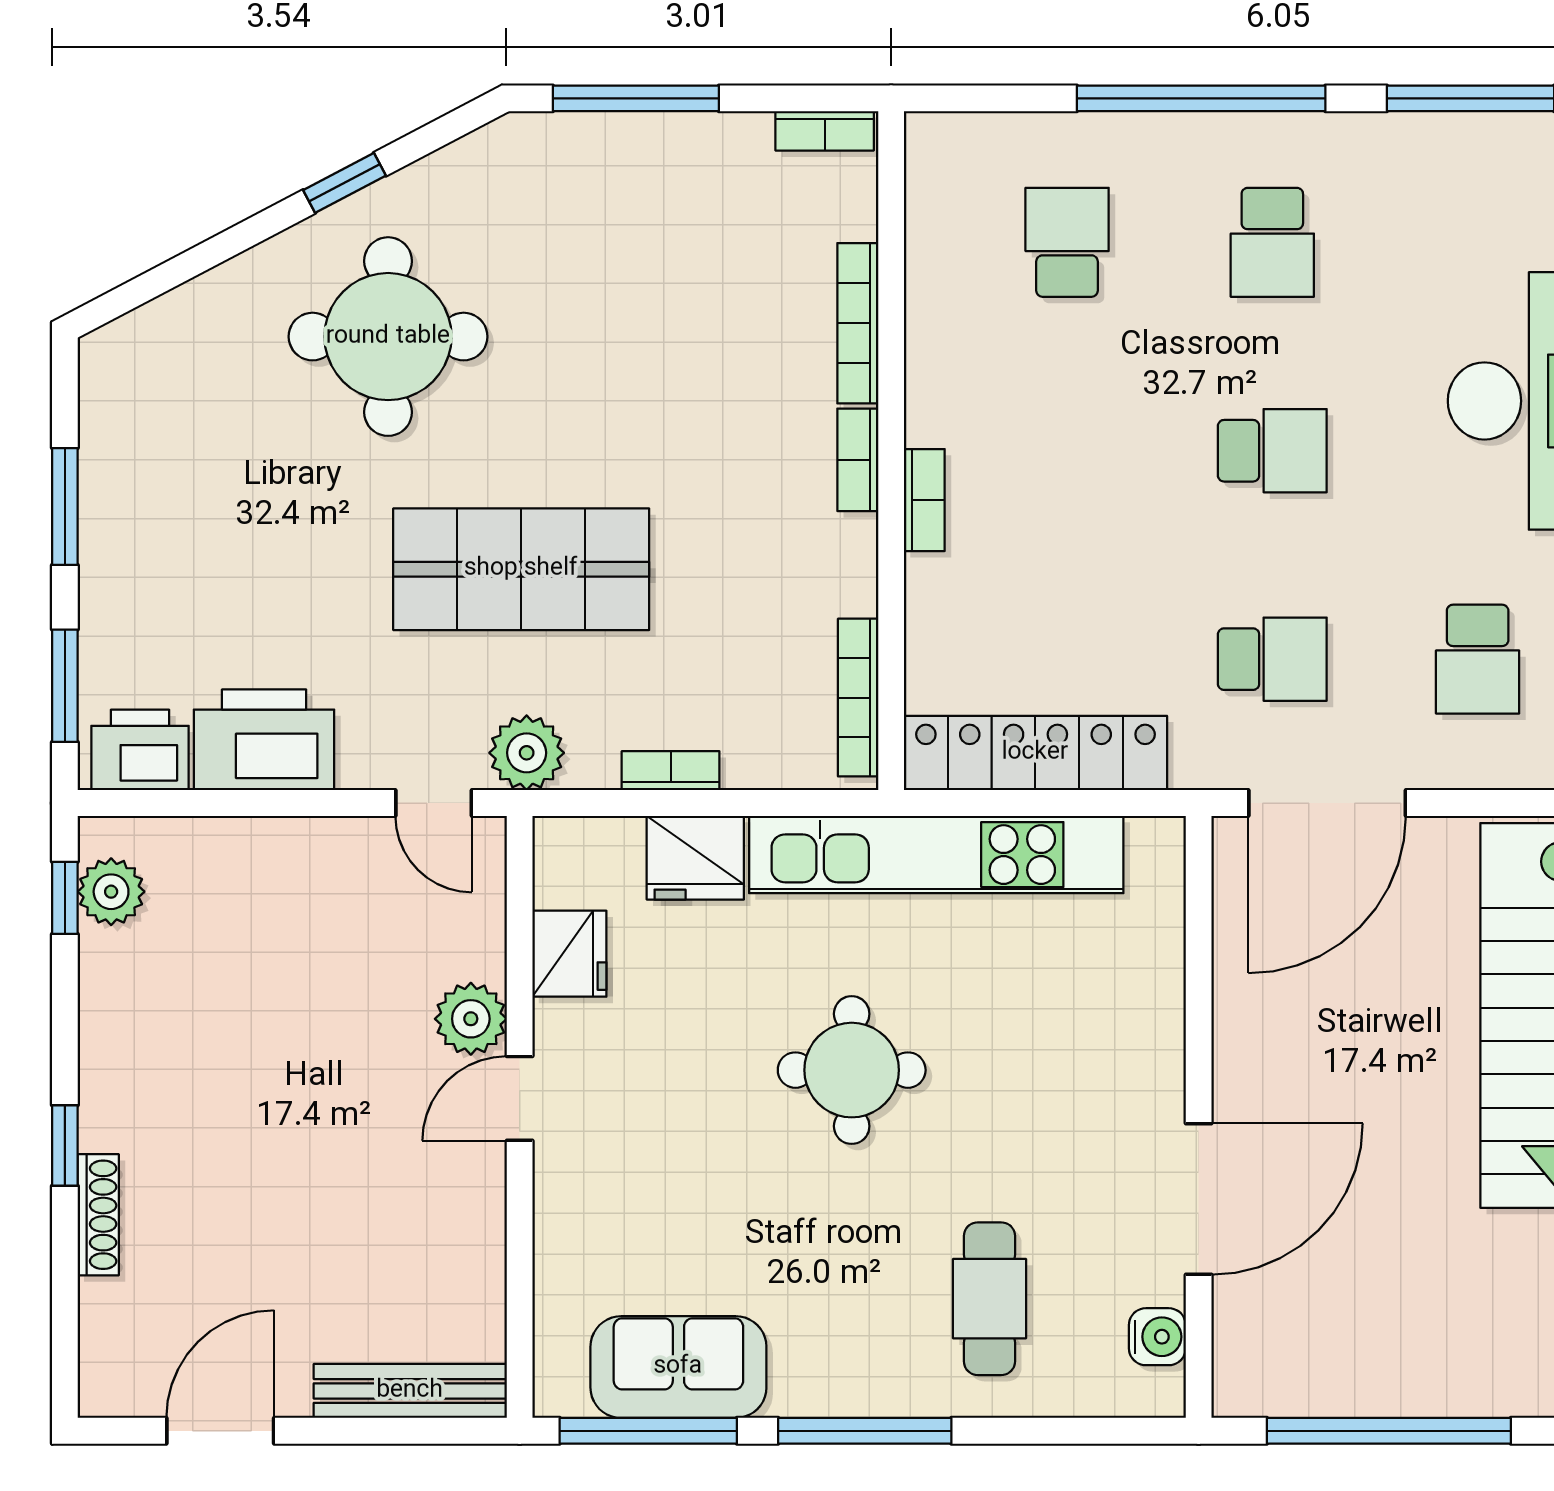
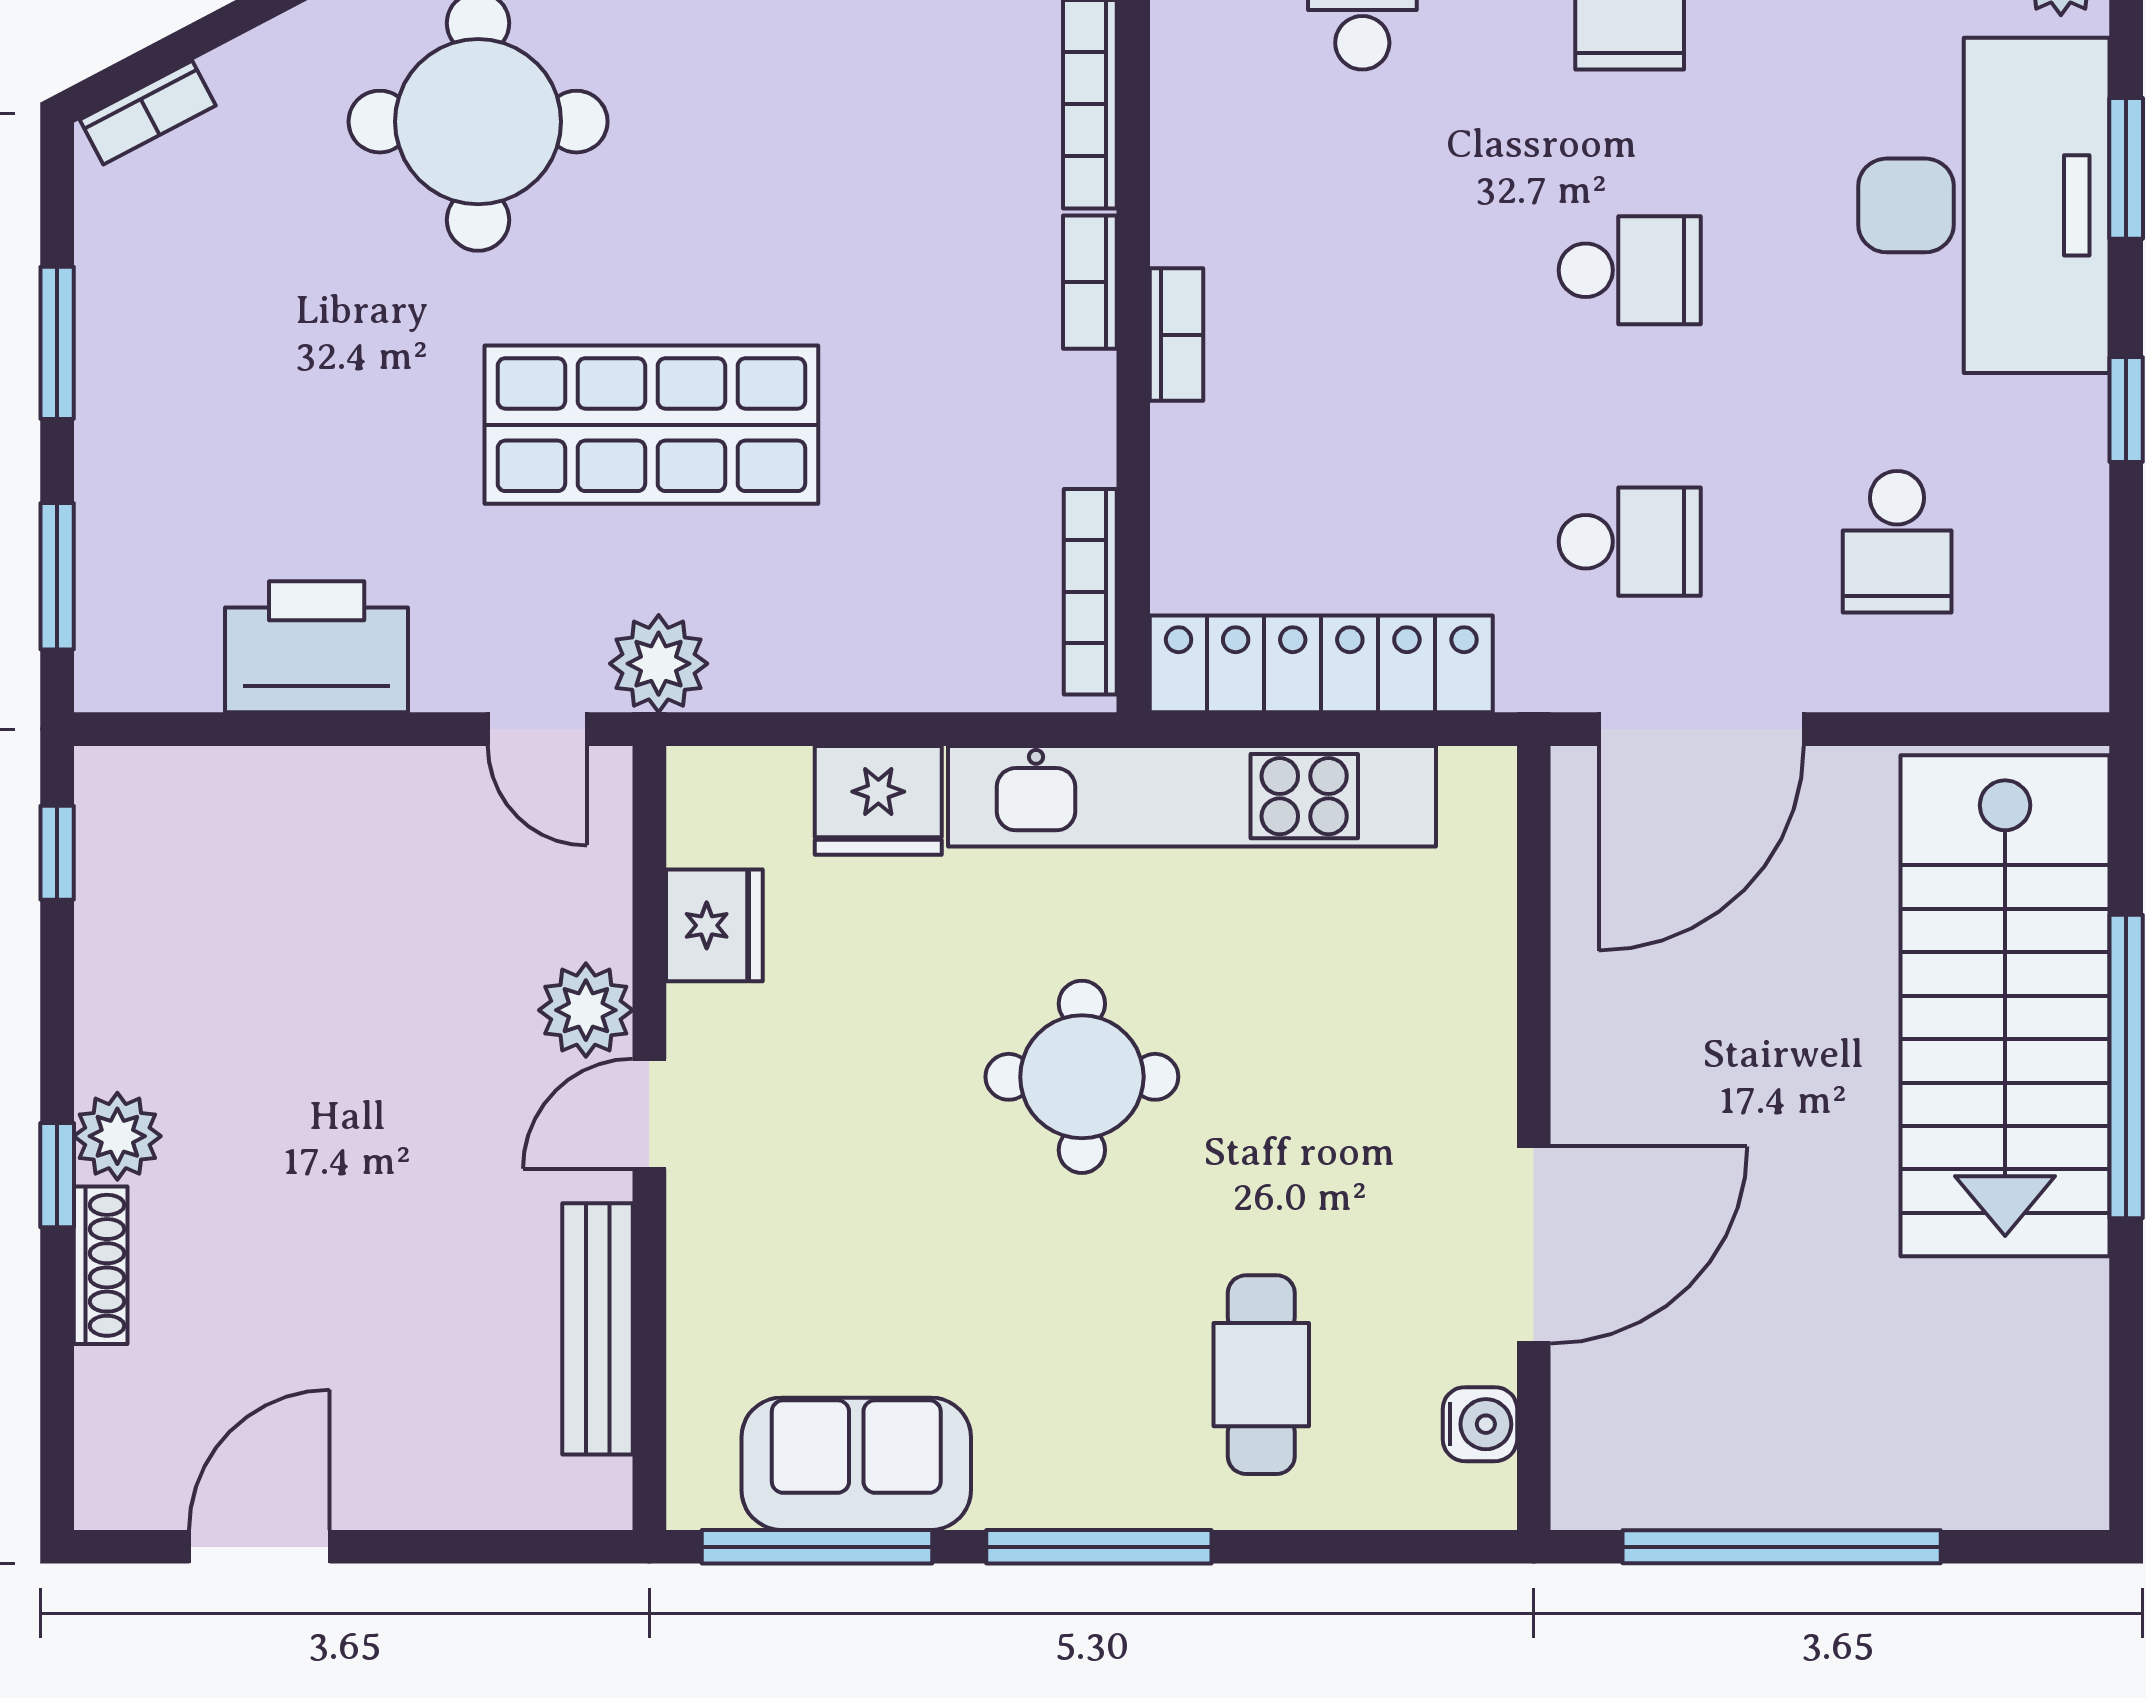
printer: (140, 750) -> (155, 660), removed
bookcase: (671, 771) -> (148, 113), moved, turned 152
plant: (111, 892) -> (117, 1136), moved
bench: (410, 1391) -> (598, 1329), moved, turned 90

